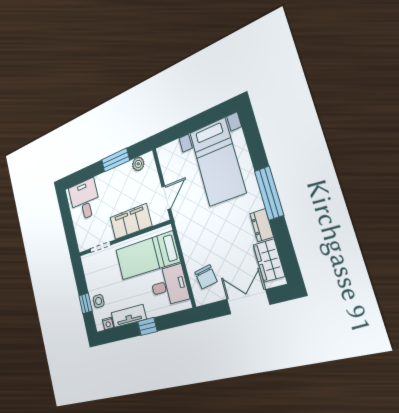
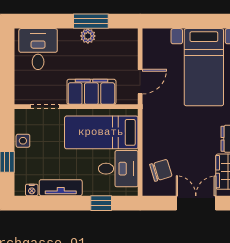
plant: (138, 164) -> (88, 36), moved
chair: (206, 277) -> (161, 170), turned -97
side table: (99, 301) -> (23, 141), moved
window: (147, 326) -> (101, 203), moved

